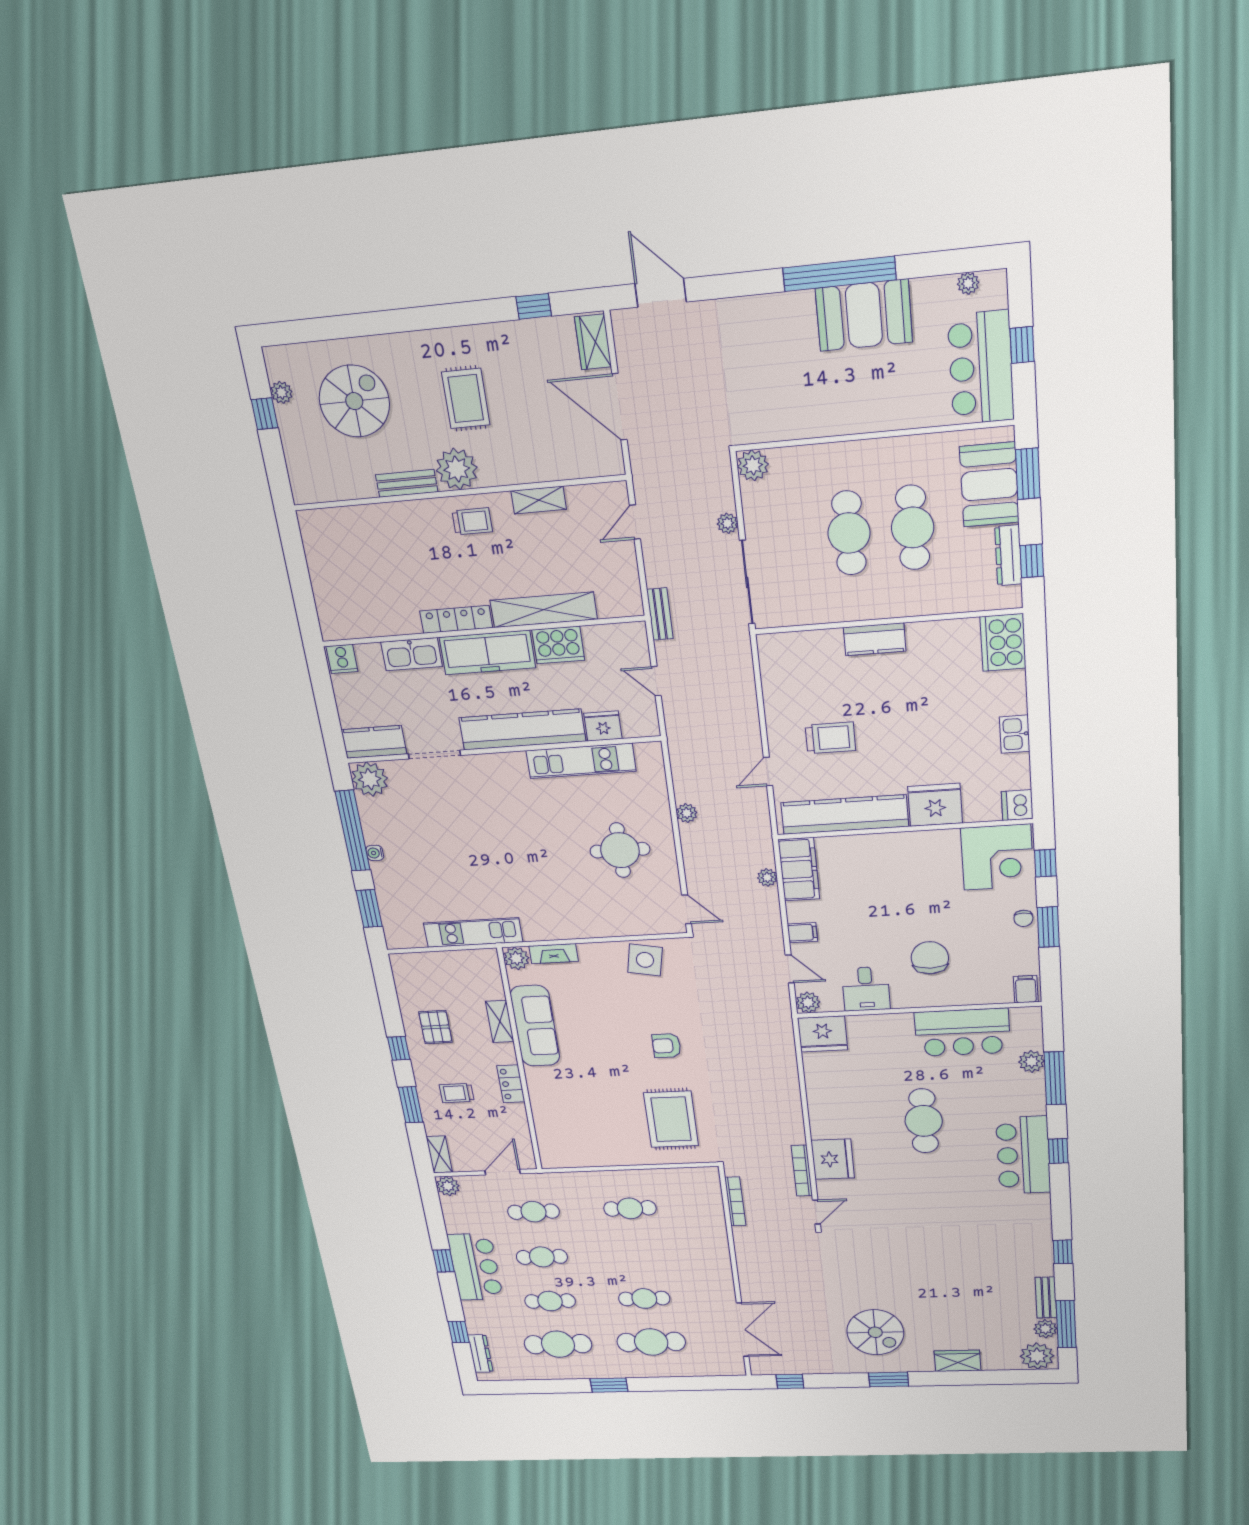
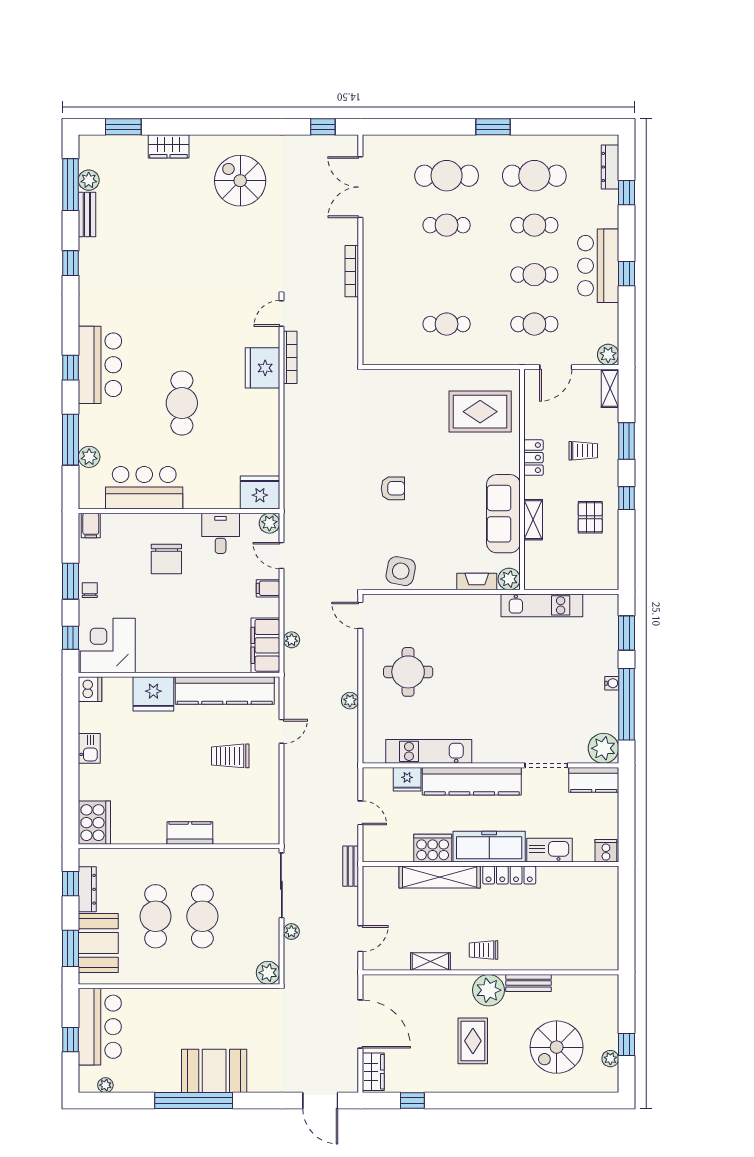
booth: (864, 315) -> (214, 1071), moved
rug: (671, 1119) -> (480, 412), moved, turned 90
bookcase: (735, 1201) -> (352, 271), moved
plant: (1037, 1356) -> (97, 150), removed
window: (889, 1379) -> (123, 127), moved

